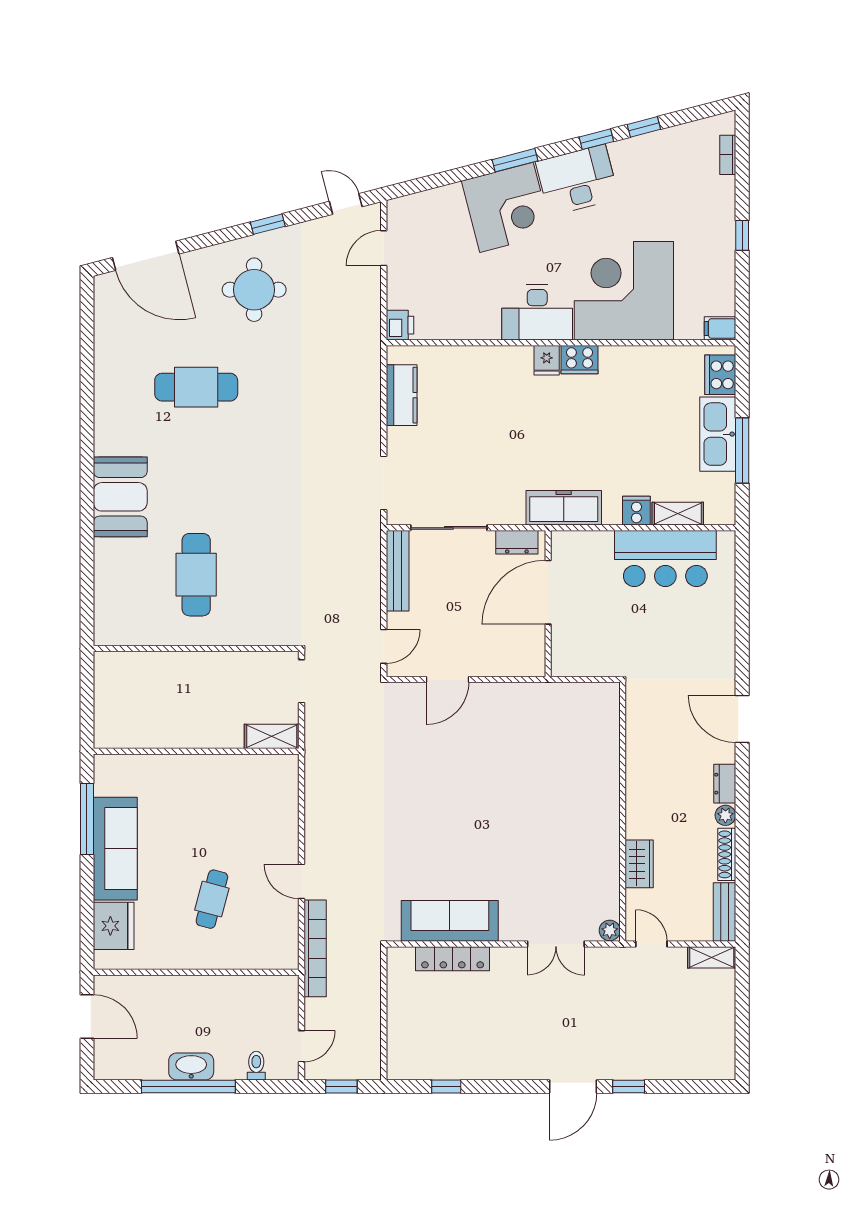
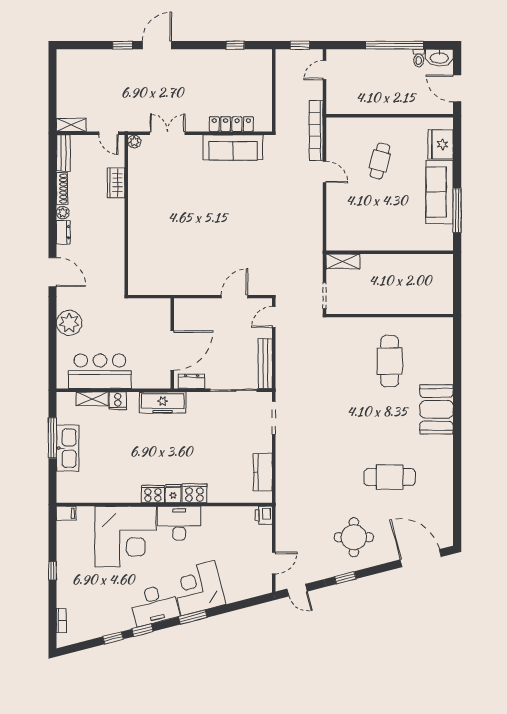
cooker: (720, 375) -> (194, 493), moved, turned -90
plant: (715, 637) -> (69, 323), added
washbasin: (191, 1066) -> (439, 58), moved
toilet: (256, 1066) -> (419, 58), moved

